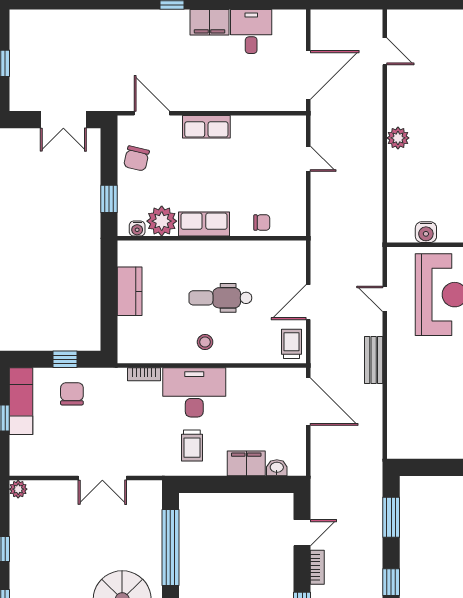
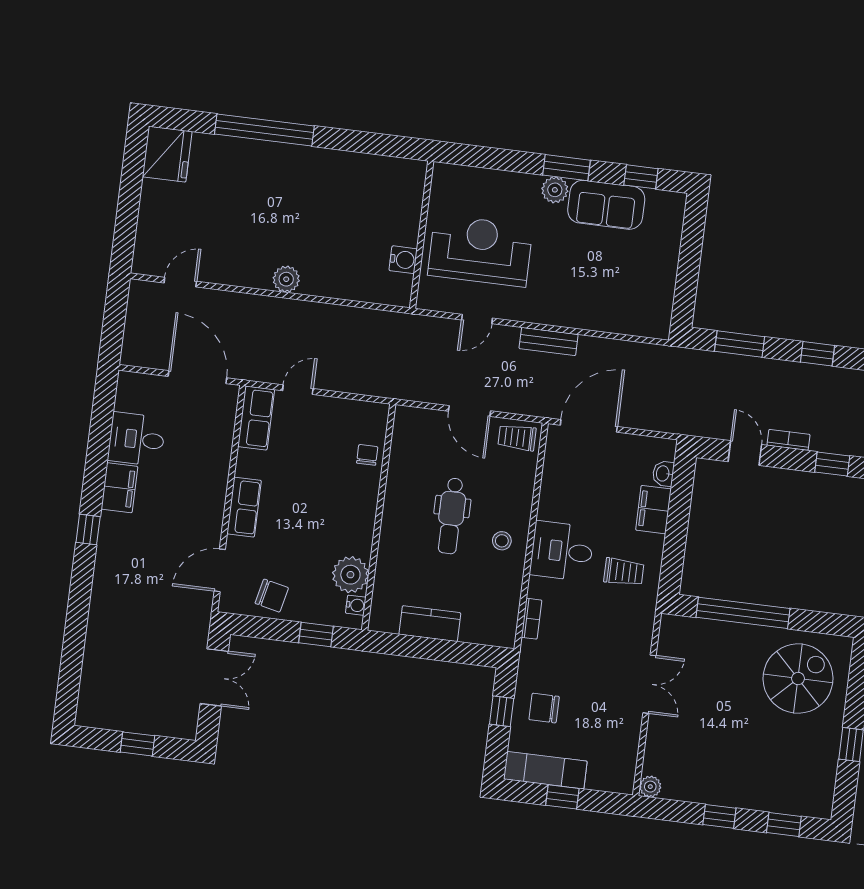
row of seats: (204, 224) -> (256, 418), moved, turned 180
desk: (194, 392) -> (562, 551), width x0.73

